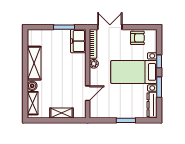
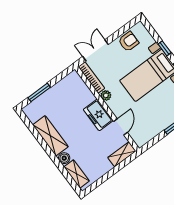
window: (64, 27) -> (39, 92), moved
freezer: (78, 41) -> (98, 115), moved
shelving: (61, 113) -> (122, 154), moved

